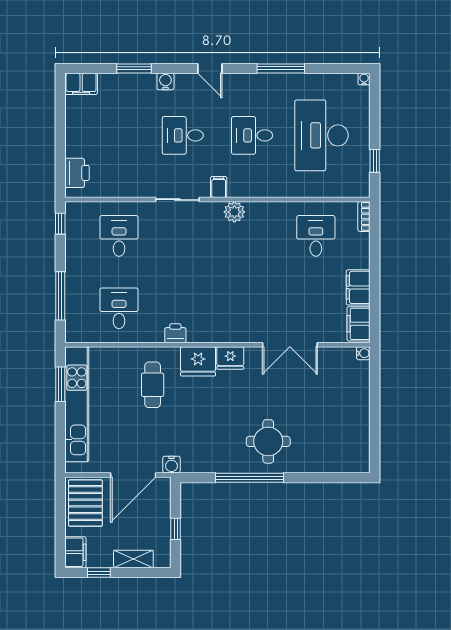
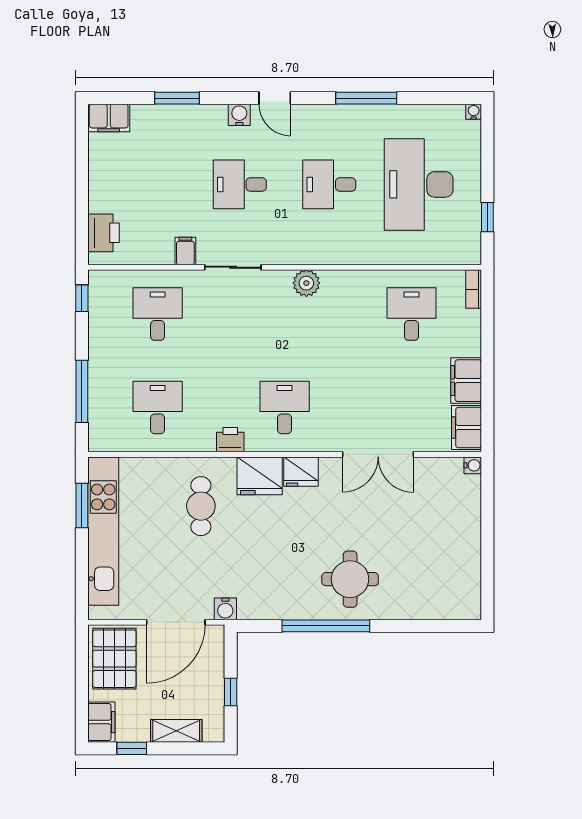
water cooler: (165, 81) -> (239, 115), moved
filing cabinet: (219, 187) -> (185, 251), moved
desk: (217, 308) -> (285, 408), added

